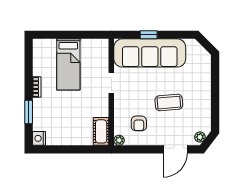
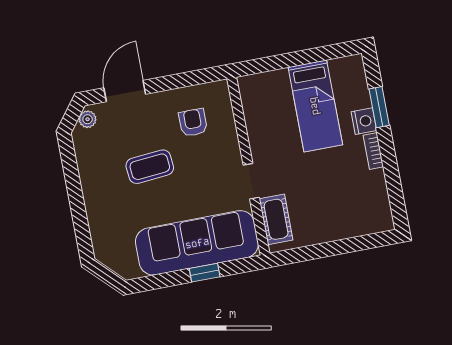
bed: (68, 64) -> (315, 106), moved, turned 180
cot: (101, 131) -> (276, 219), moved
nightstand: (39, 138) -> (364, 121), moved
plant: (119, 140) -> (220, 89), removed

